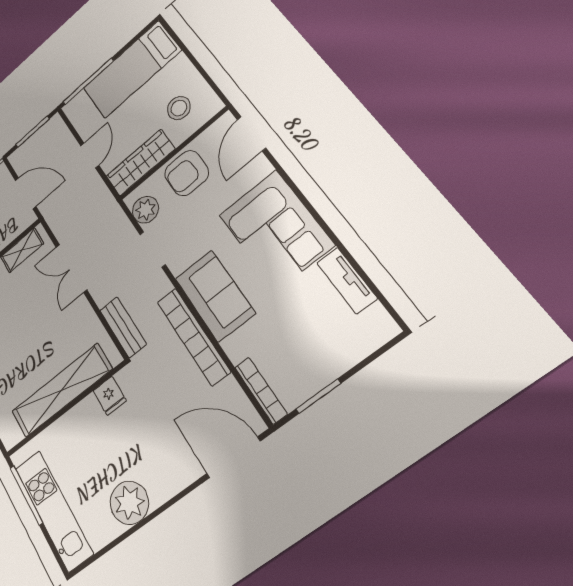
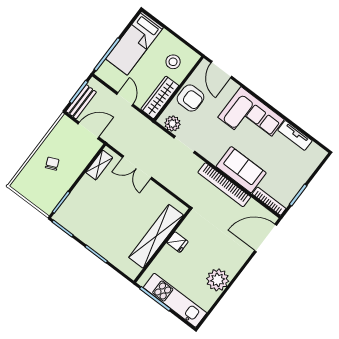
armchair: (187, 173) -> (191, 98), turned -90
sofa: (215, 296) -> (241, 170), moved
bench: (123, 327) -> (81, 102), moved, turned 90
fridge: (110, 396) -> (177, 242), moved

